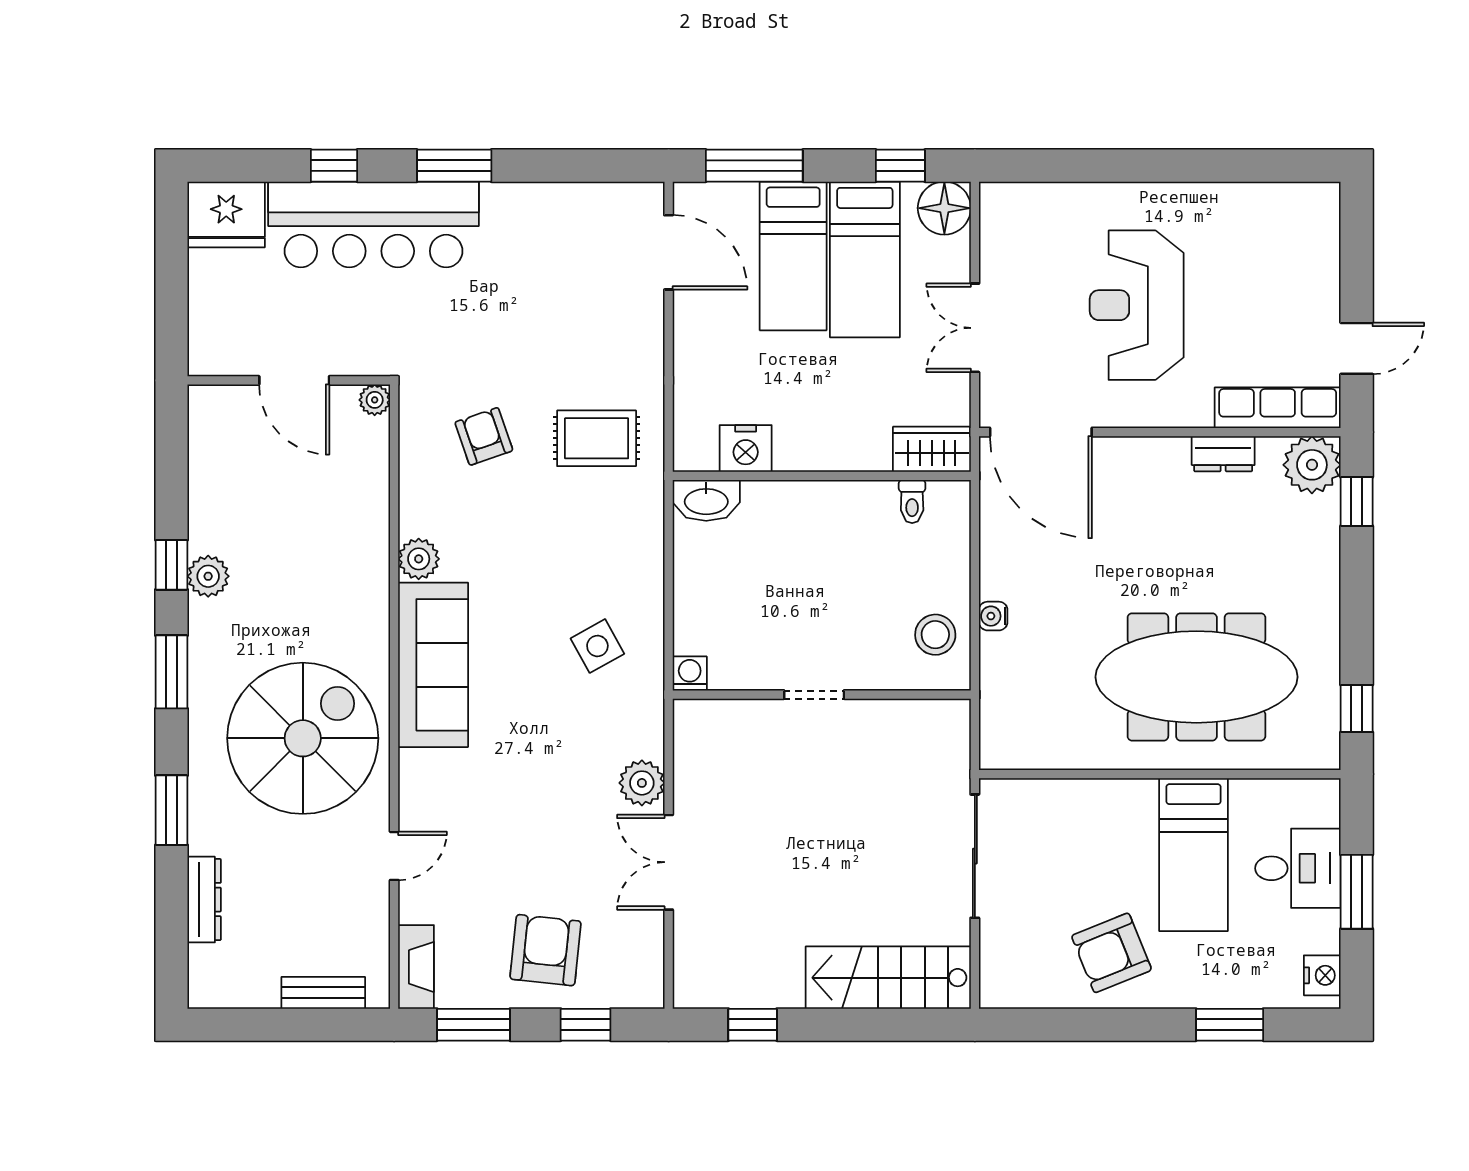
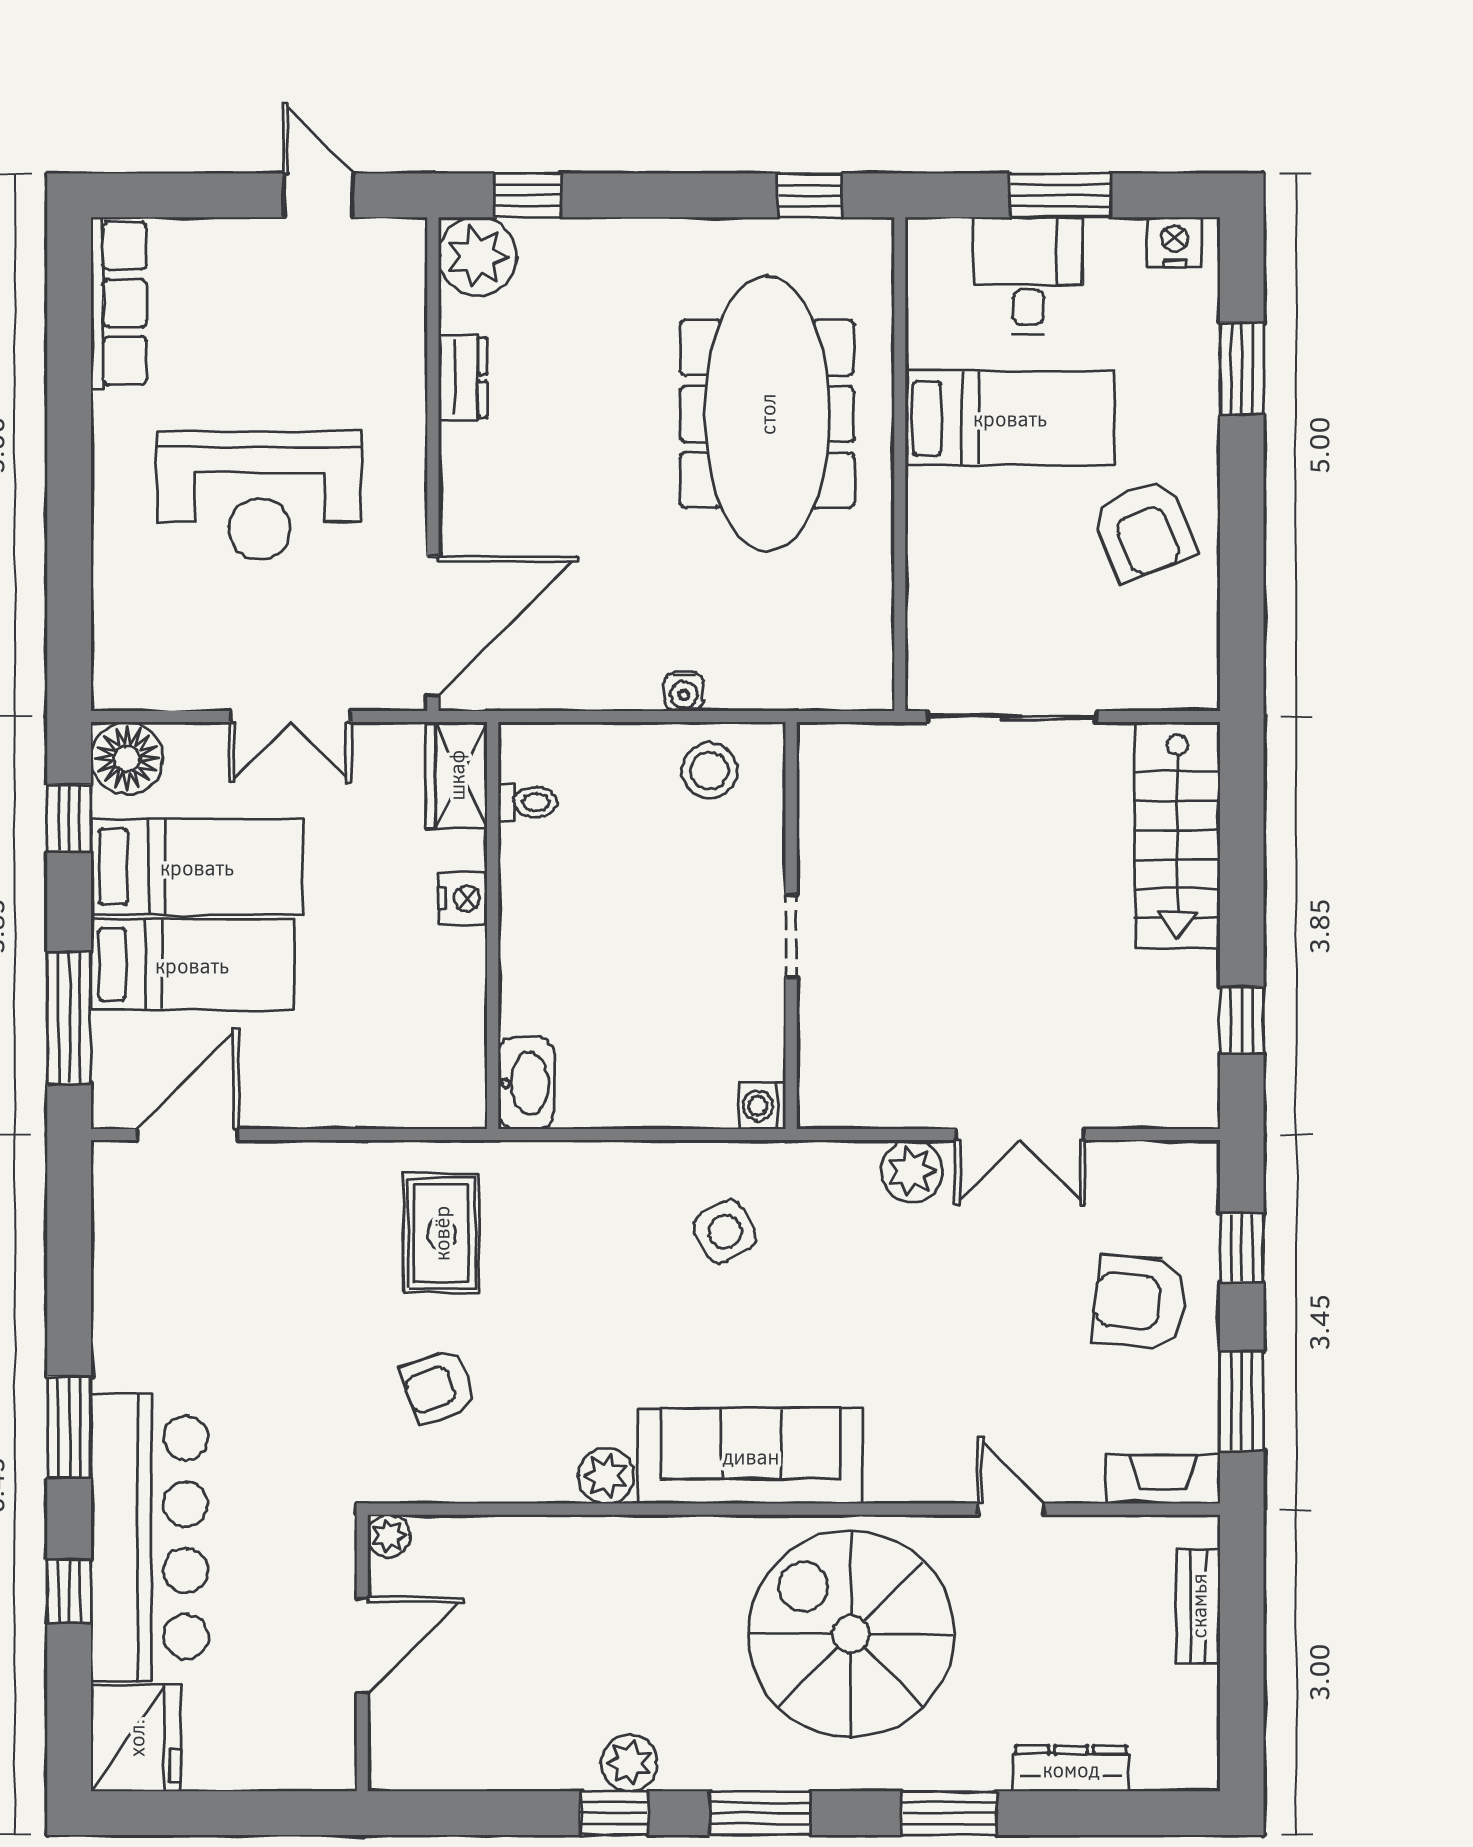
row of seats: (1278, 408) -> (119, 303), moved, turned 180
nightstand: (746, 448) -> (463, 899), moved, width x0.74, depth x0.75

